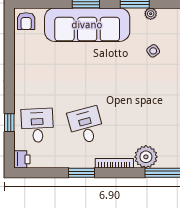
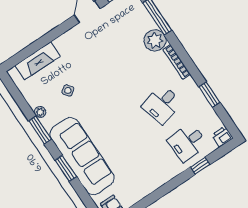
window: (81, 173) -> (209, 94), moved

